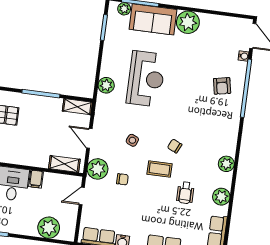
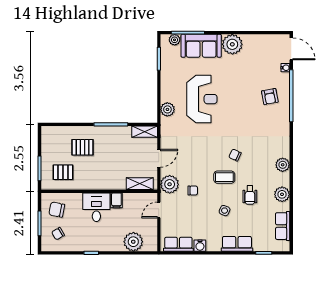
door: (89, 138) -> (159, 158), swing flipped
side table: (132, 140) -> (225, 211), moved

